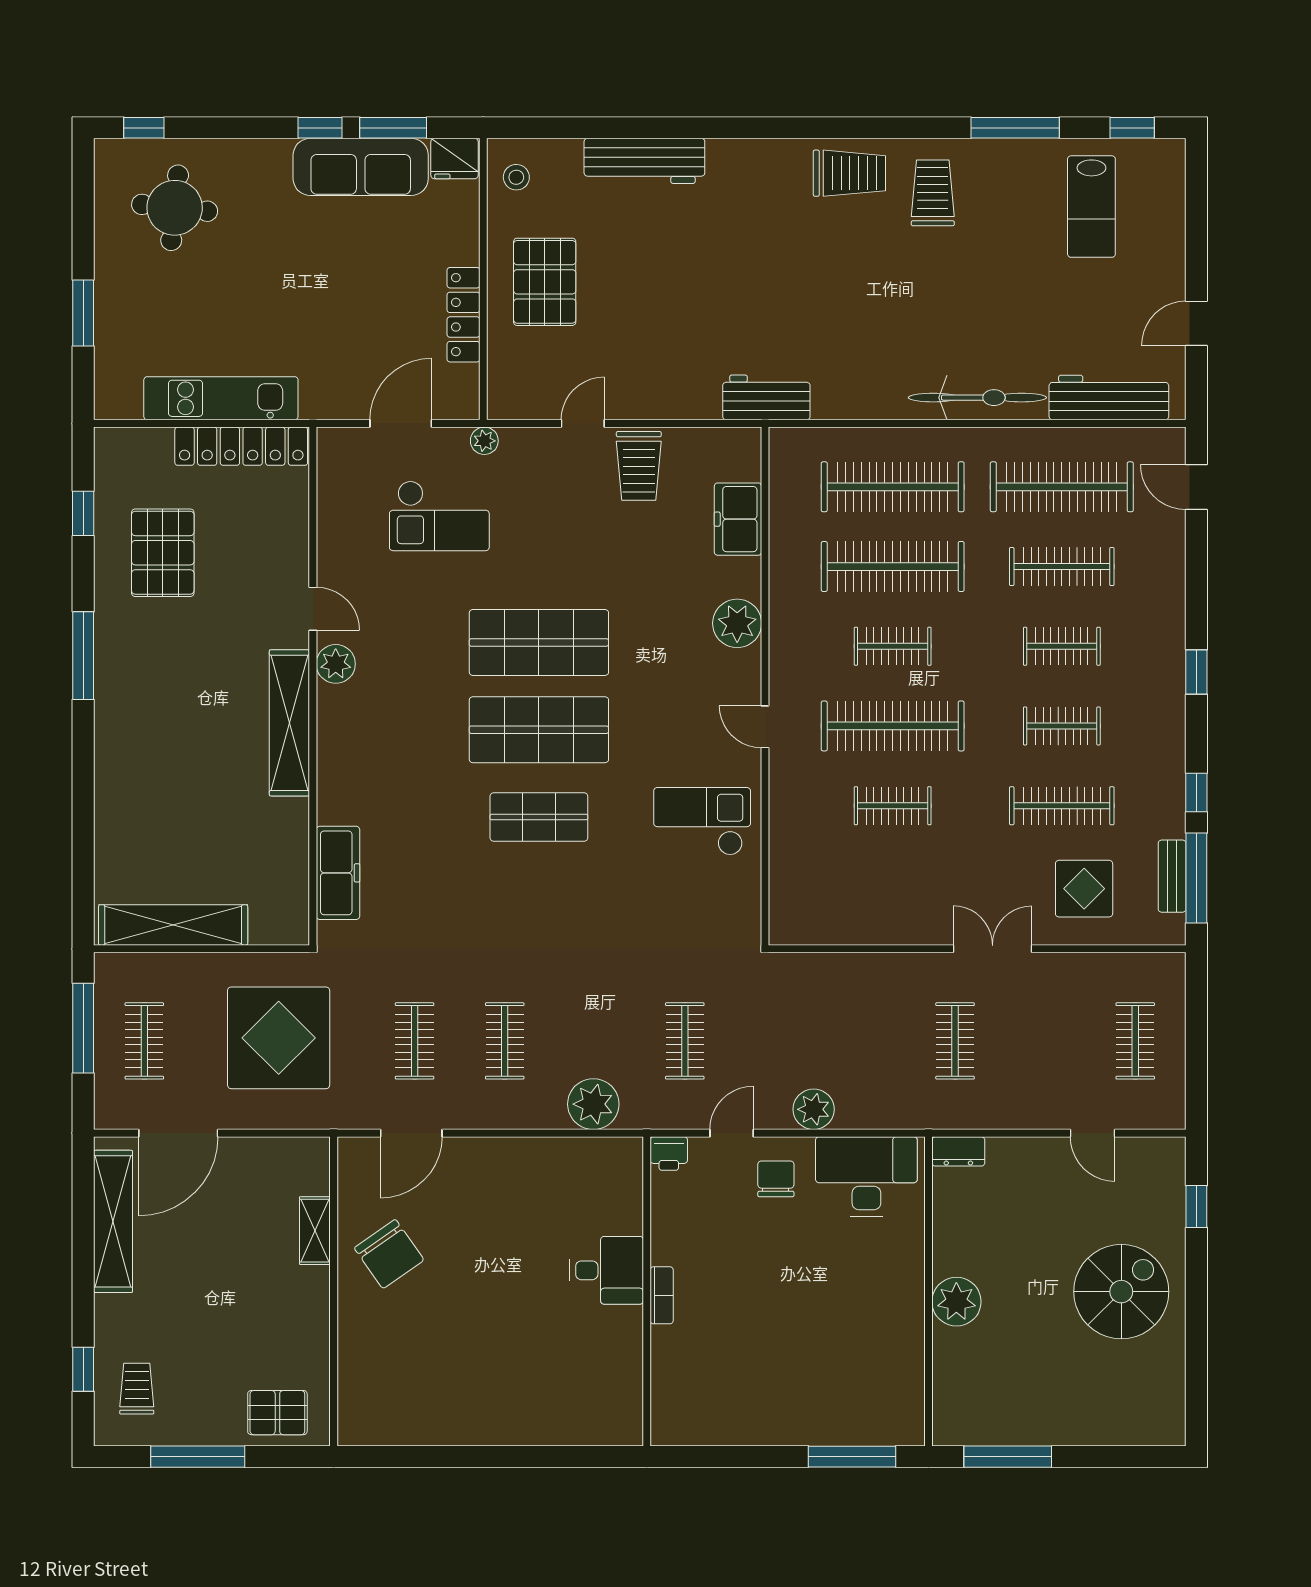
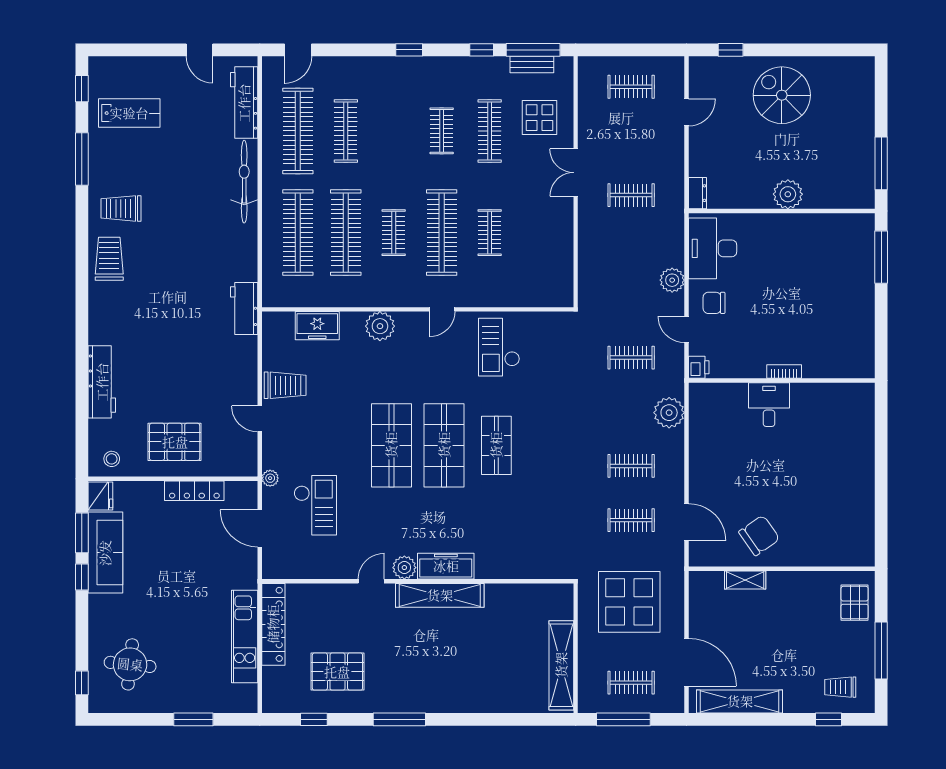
clothes rail: (1062, 646) -> (394, 131), removed
freezer: (338, 873) -> (446, 566), moved

